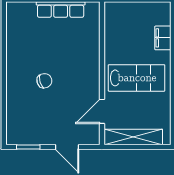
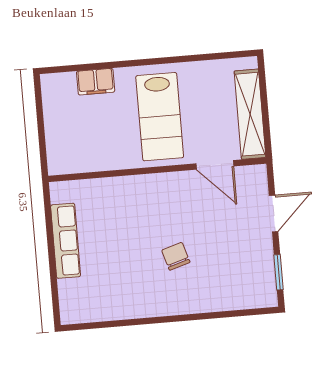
lab bench: (137, 78) -> (160, 117), turned 180

